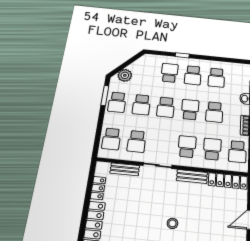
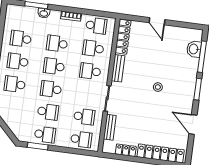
plant: (125, 75) -> (17, 127), removed
school desk: (193, 75) -> (18, 61), turned 180
school desk: (216, 78) -> (21, 39), turned 180
school desk: (166, 107) -> (51, 89), turned 180
school desk: (214, 112) -> (57, 44), turned 180

